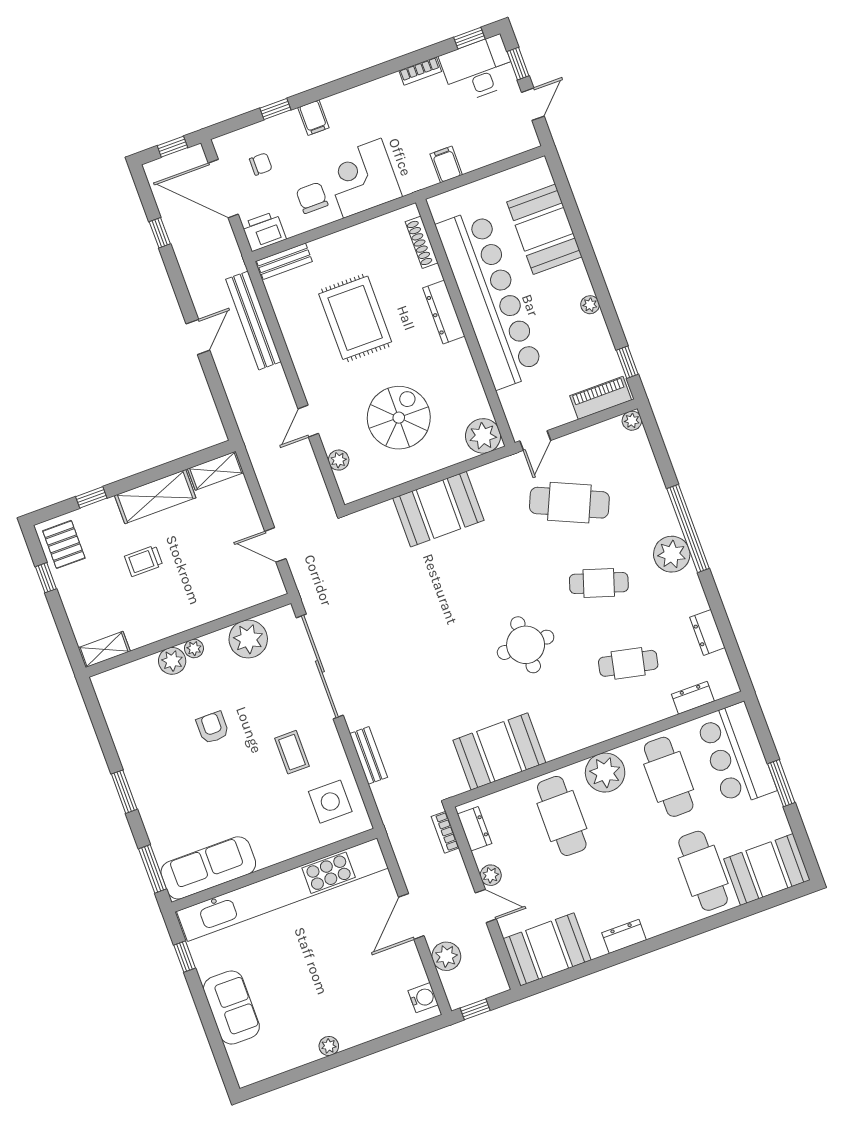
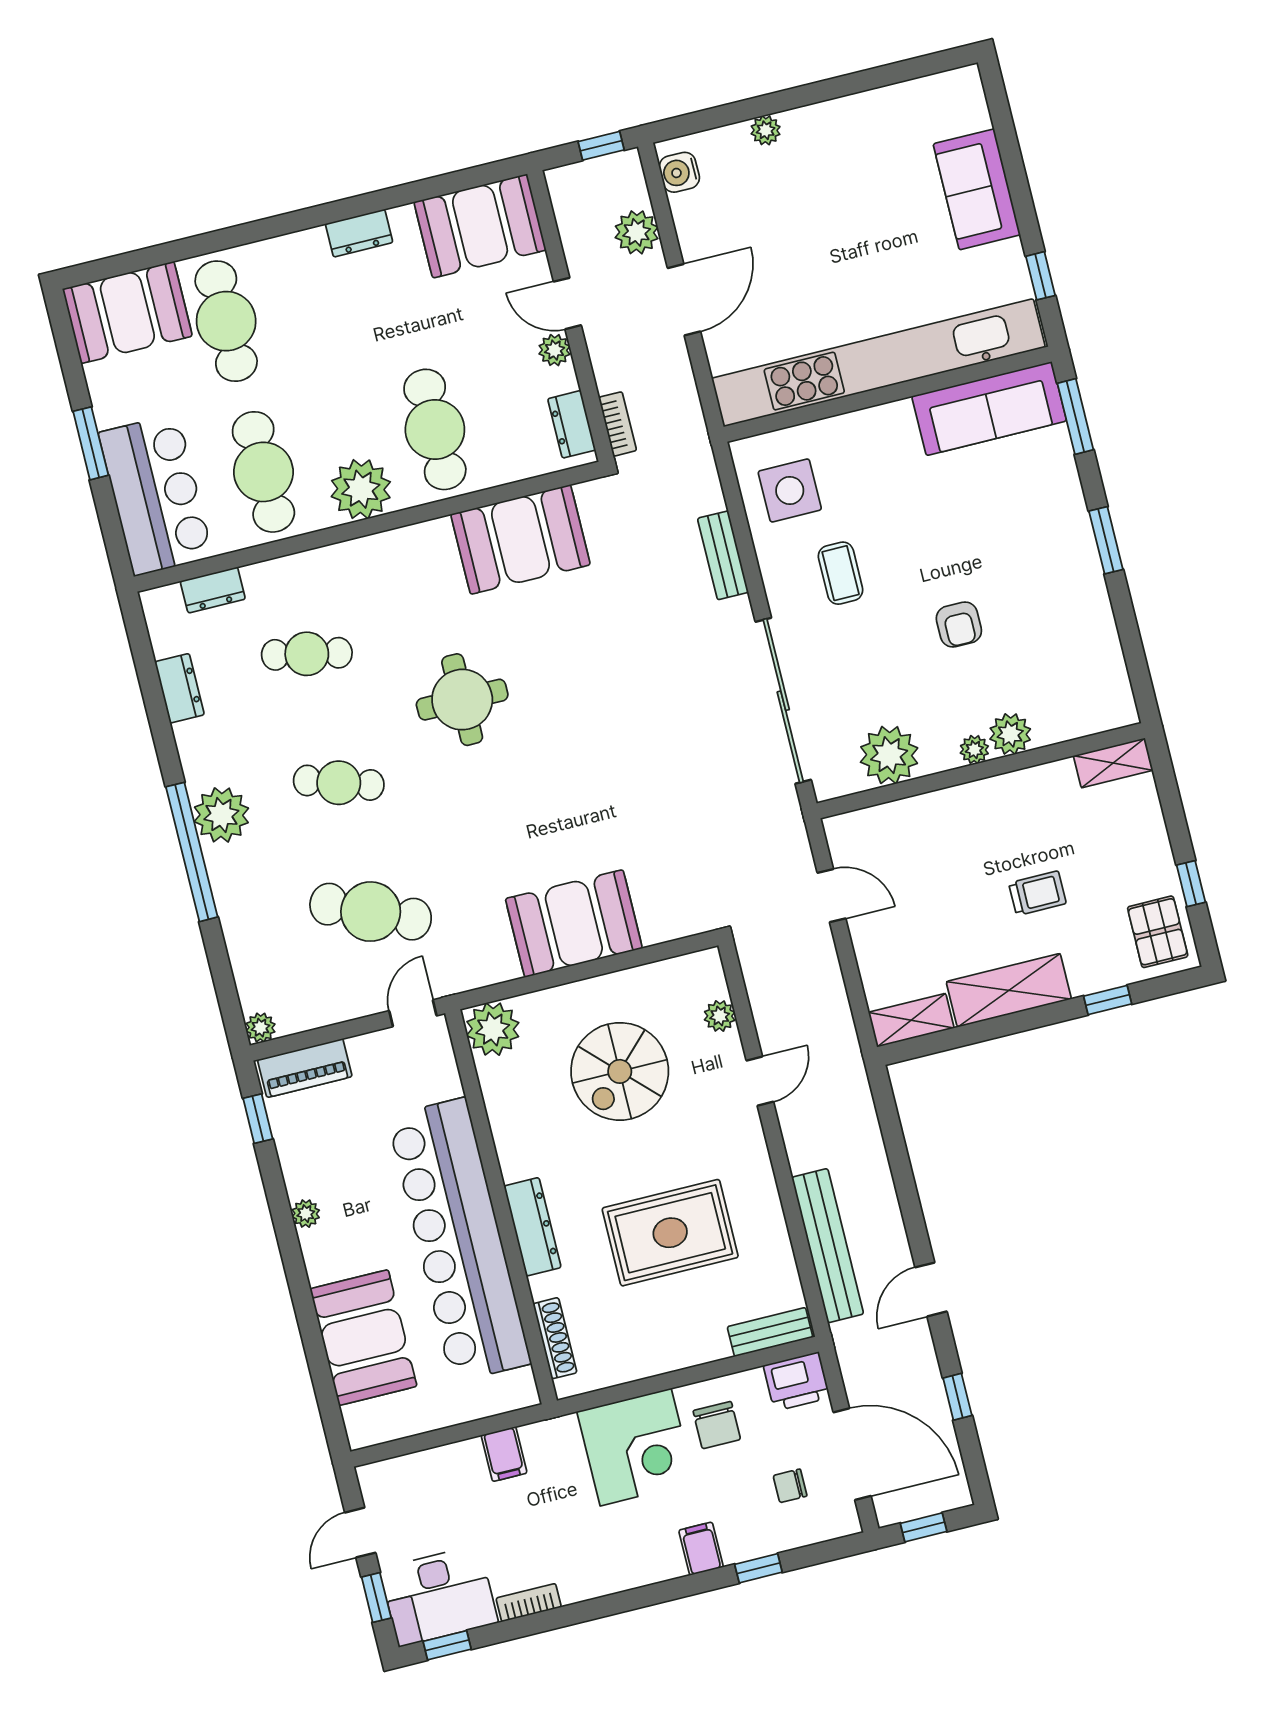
rug: (355, 318) -> (670, 1233), turned 90
door: (198, 337) -> (931, 1289), moved
plant: (329, 1046) -> (766, 130), moved

